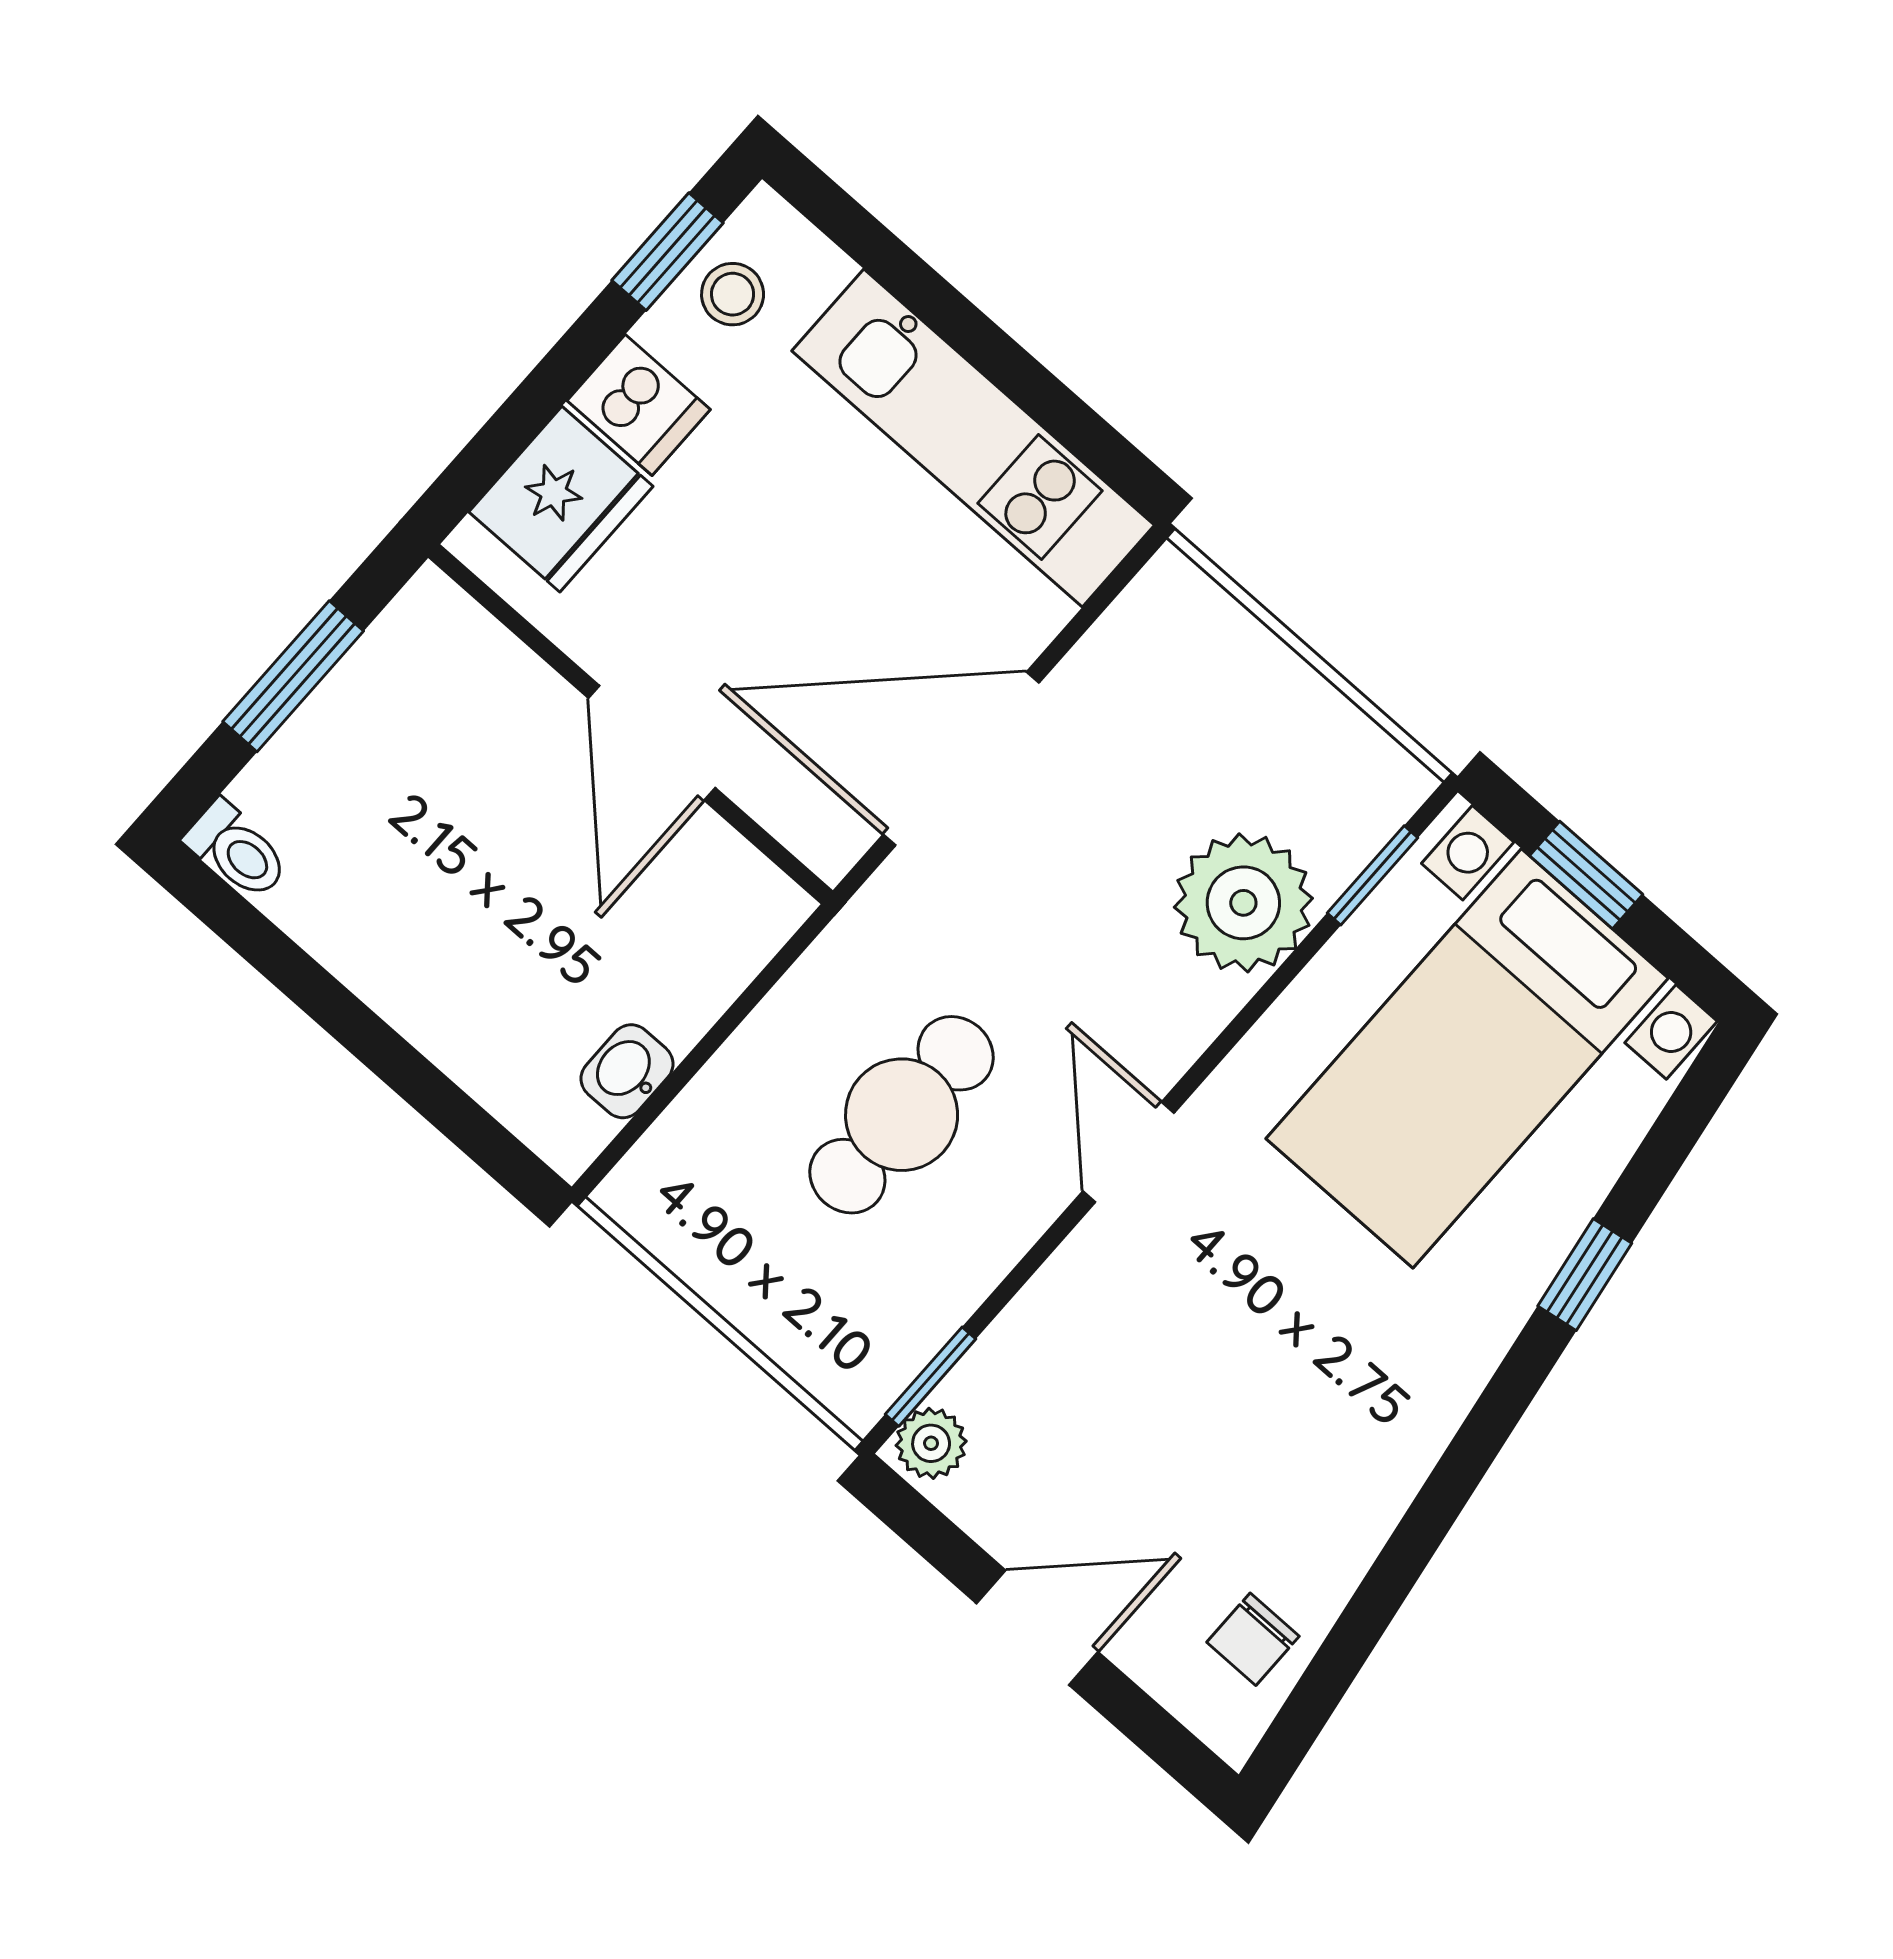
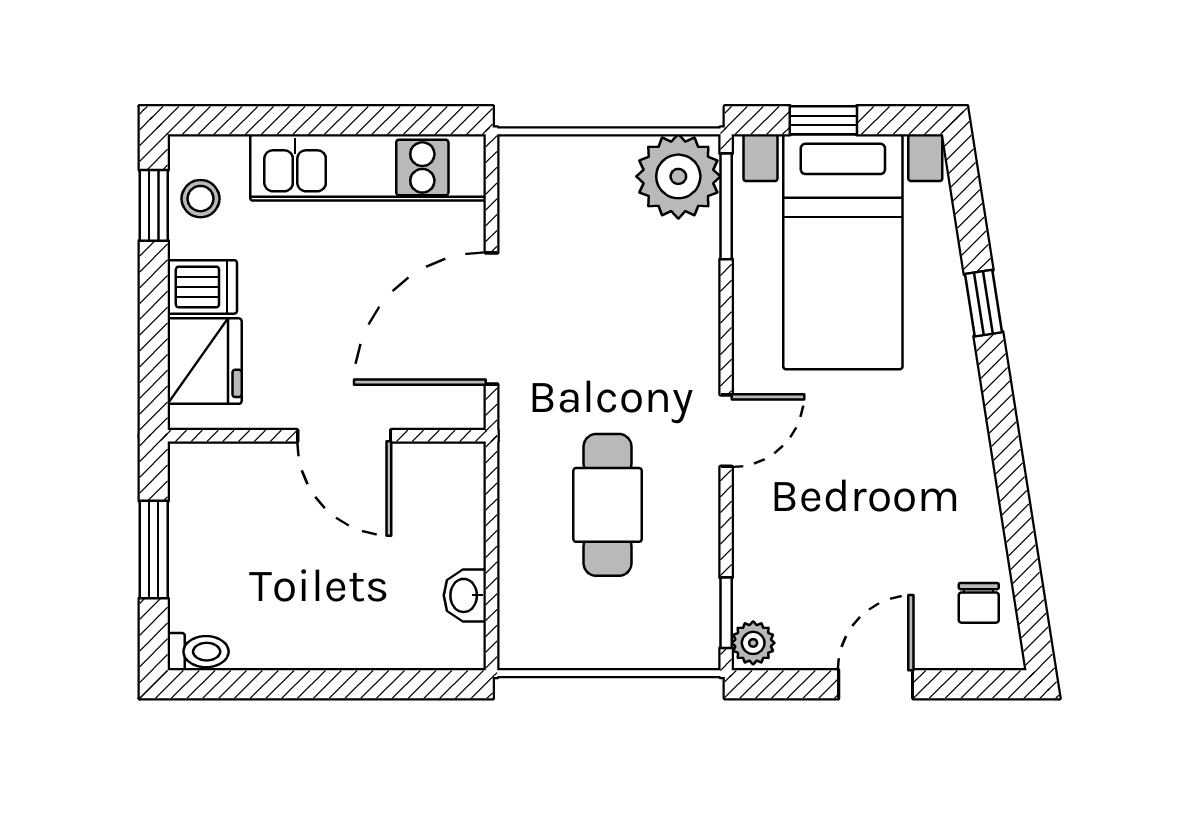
window: (1372, 875) -> (726, 206), width x1.50
plant: (1243, 903) -> (678, 176), moved
door: (1129, 1152) -> (726, 431), swing flipped

